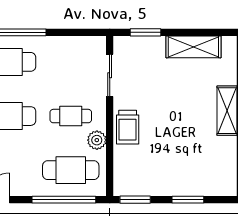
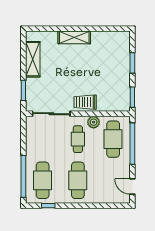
sliding door: (110, 75) -> (51, 114), width x1.37
trolley: (128, 127) -> (85, 102), turned 180

